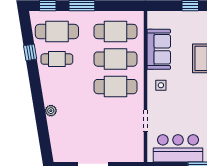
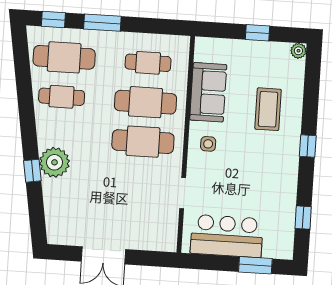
cafe table: (115, 32) -> (148, 63), width x0.73, depth x0.74
window: (30, 52) -> (32, 171), moved
plant: (51, 111) -> (54, 162), width x1.88, depth x1.88

